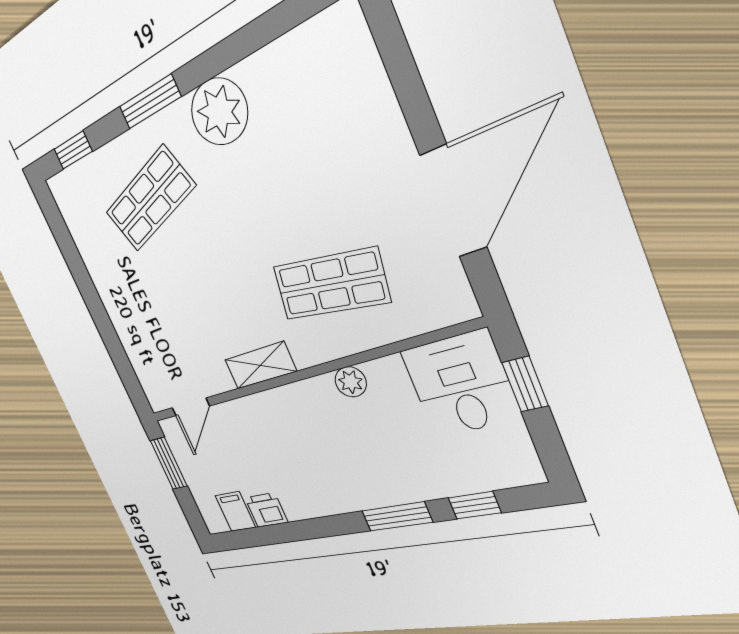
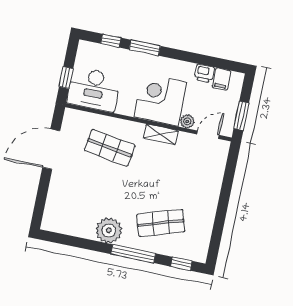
window: (150, 102) -> (133, 254), width x1.44
plant: (351, 382) -> (187, 121), moved
desk: (460, 384) -> (94, 89), width x1.37
corner desk: (304, 430) -> (160, 100), added

